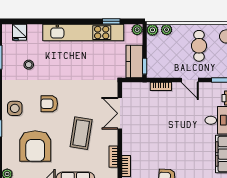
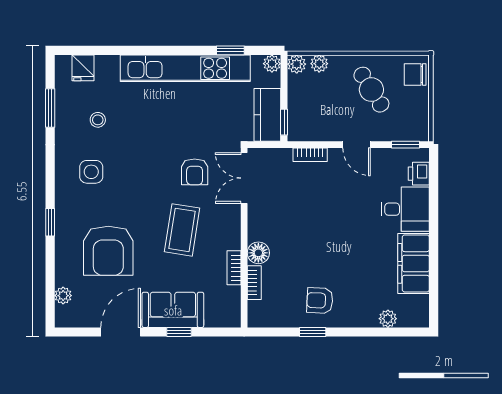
cafe table: (199, 46) -> (371, 90), turned -32
armchair: (49, 104) -> (195, 172), moved, turned -90
side table: (15, 108) -> (91, 172), moved
double door: (120, 113) -> (244, 178), moved
floor lamp: (129, 147) -> (258, 253), added

